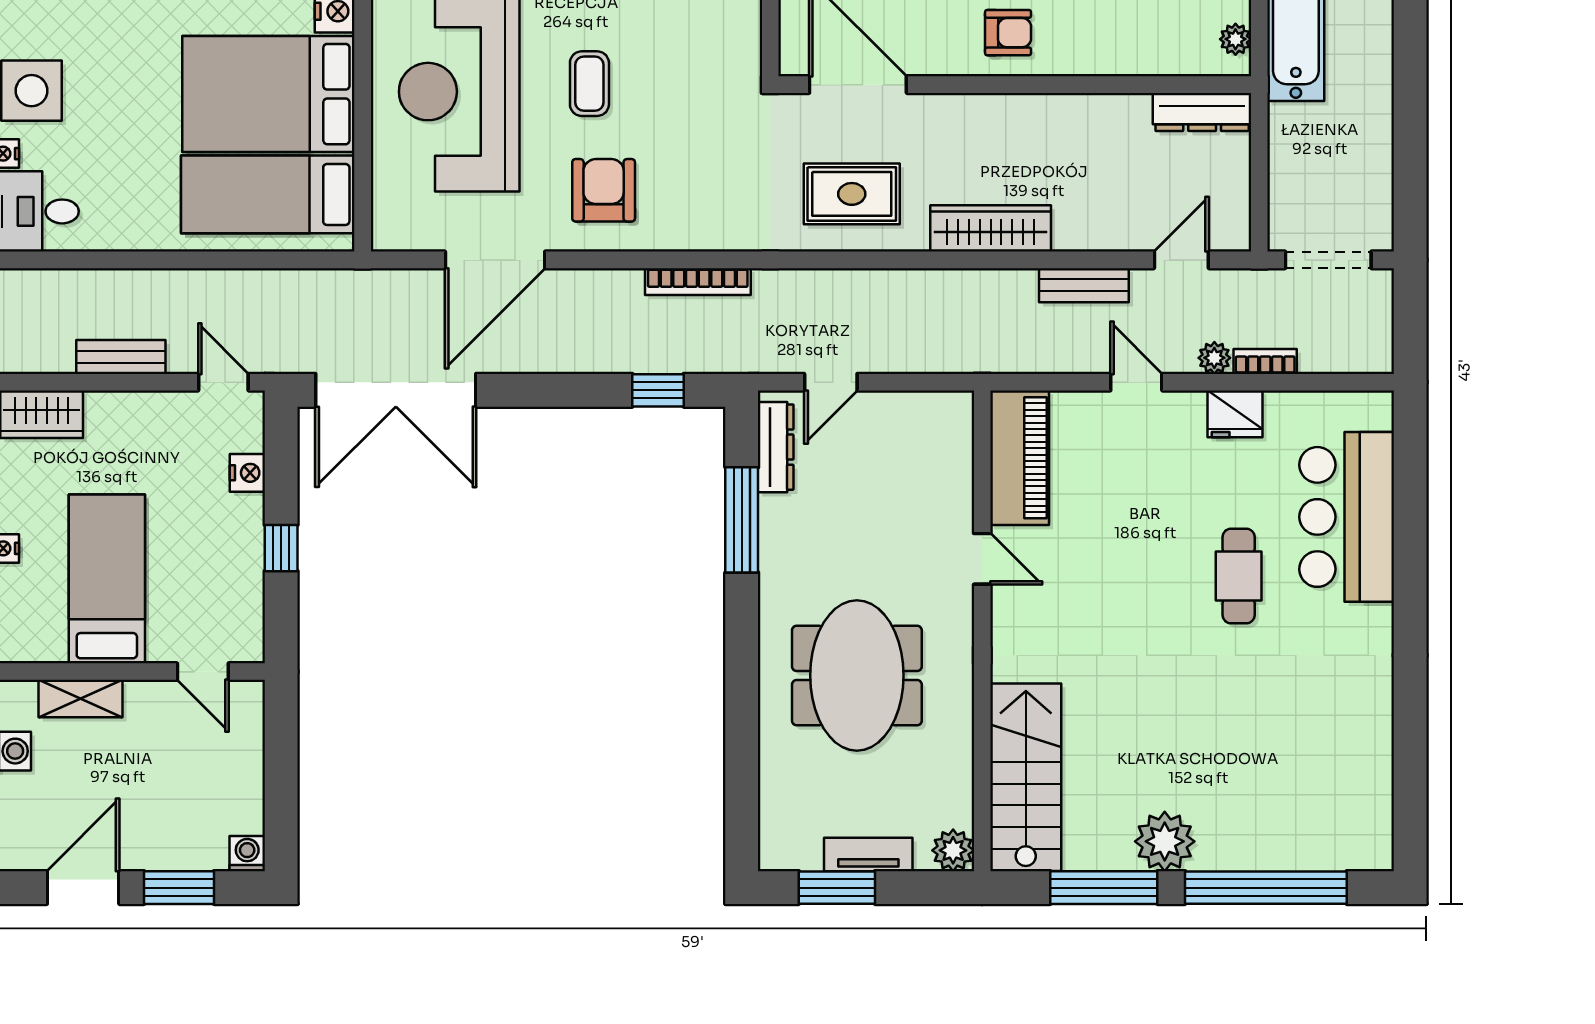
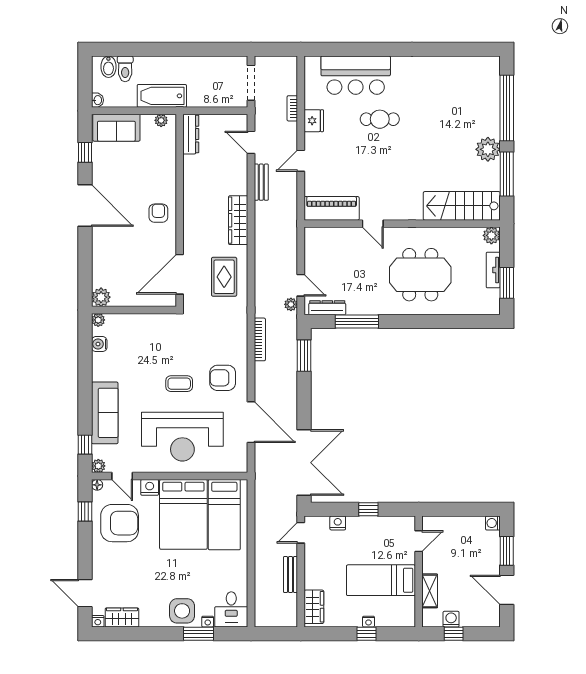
plant: (1214, 358) -> (291, 304), moved
window: (658, 390) -> (304, 356), width x1.50
door: (982, 559) -> (373, 224), swing flipped

